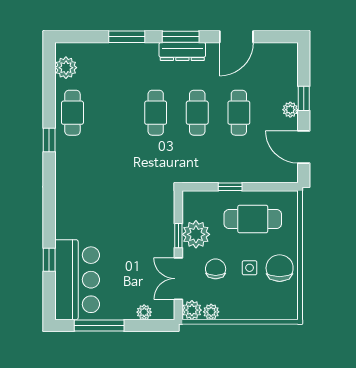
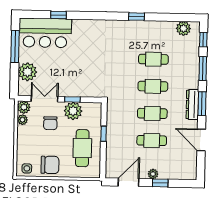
window: (82, 37) -> (203, 40), added
cafe table: (72, 113) -> (153, 59), moved
side table: (250, 268) -> (27, 168), moved
chair: (216, 269) -> (50, 123), turned 90
plant: (144, 312) -> (28, 72), width x1.87, depth x1.87

